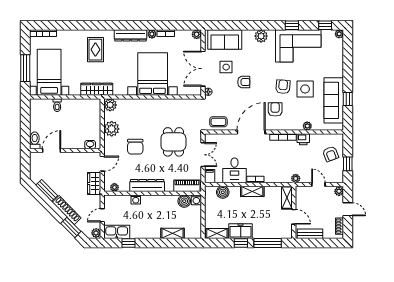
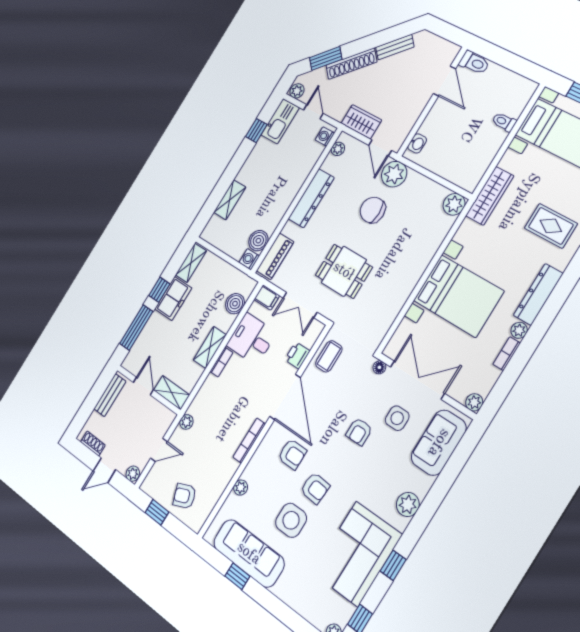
plant: (112, 129) -> (394, 174), moved
printer: (303, 139) -> (297, 355), moved
washing machine: (136, 199) -> (325, 136), moved
door: (294, 217) -> (143, 386), swing flipped

